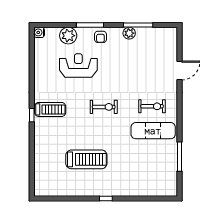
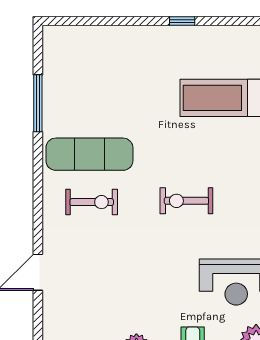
exercise bike: (152, 106) -> (92, 202), turned 180

